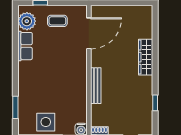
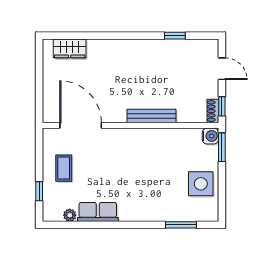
plant: (27, 21) -> (70, 215), width x0.53, depth x0.53
wardrobe: (146, 57) -> (70, 48), moved, width x0.67

